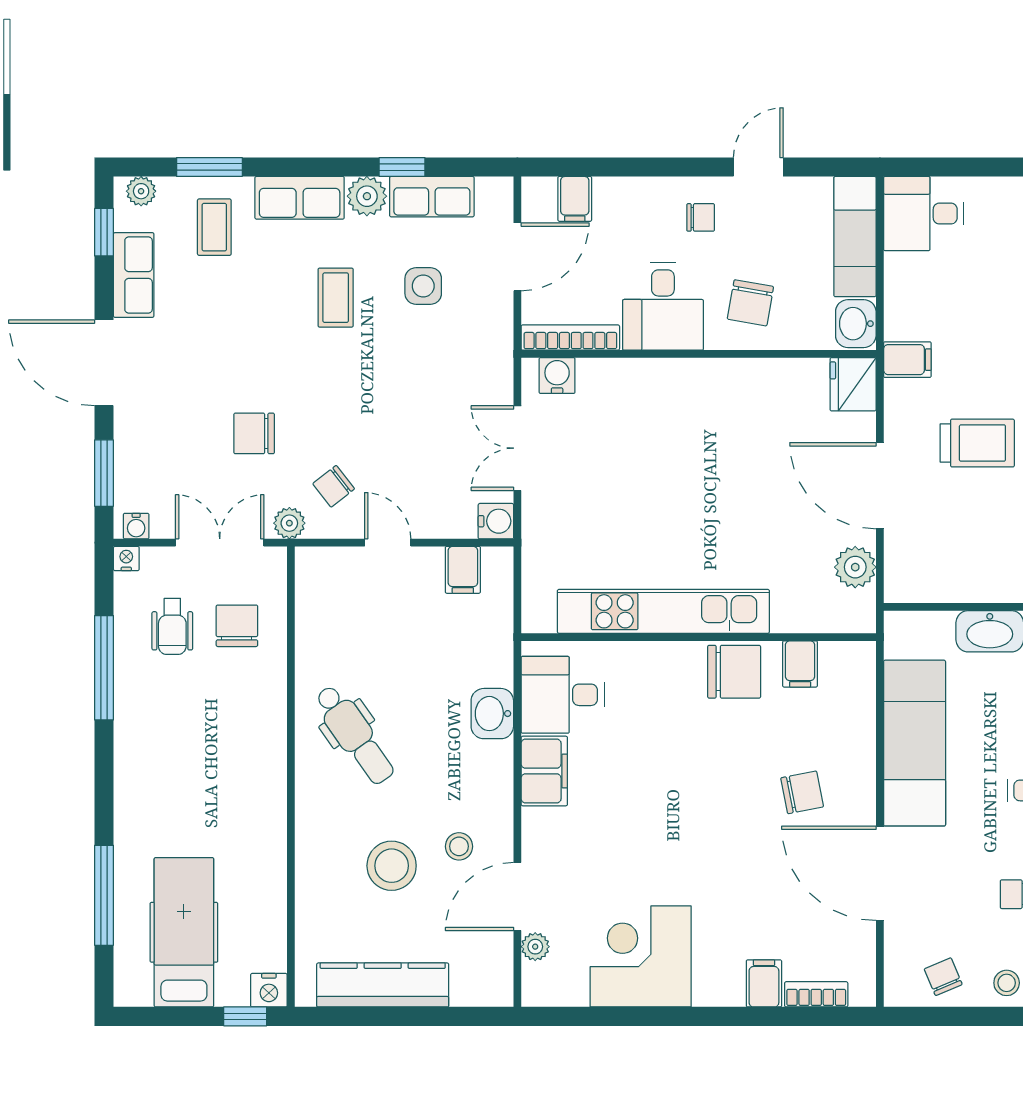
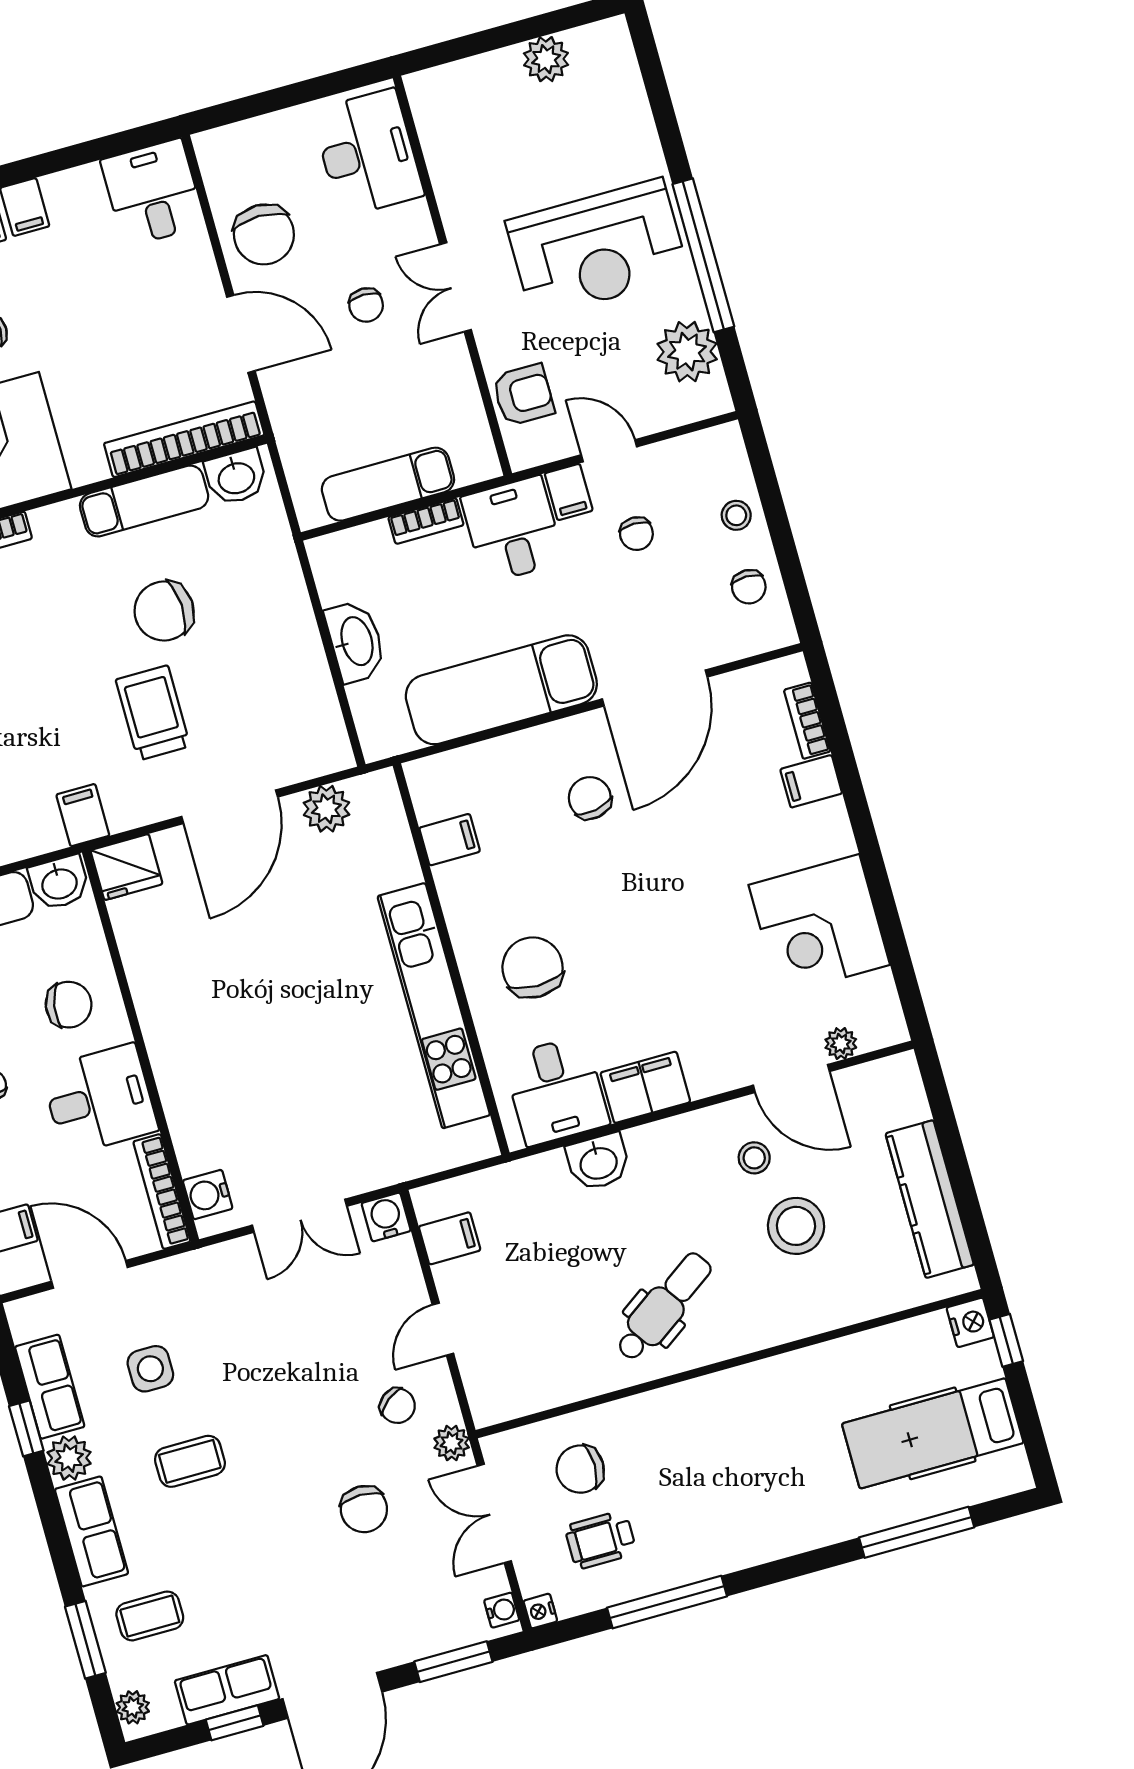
window: (104, 232) -> (235, 1723), moved
wheelchair: (172, 626) -> (601, 1540), turned 180
chair: (734, 672) -> (533, 967), moved
chair: (943, 977) -> (749, 587), turned -67

